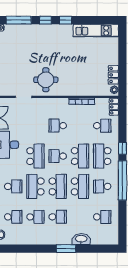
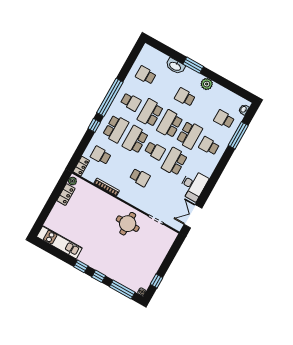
school desk: (35, 217) -> (204, 108), removed
plant: (45, 239) -> (207, 84), added

